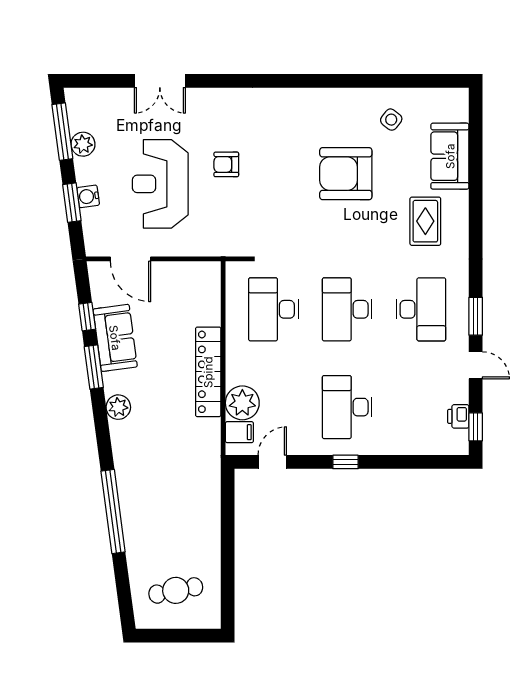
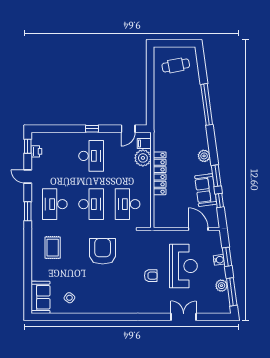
sofa: (450, 156) -> (40, 297), moved
armchair: (346, 174) -> (103, 251), moved, turned -90
desk: (273, 309) -> (128, 204), turned 180
window: (476, 316) -> (28, 211), moved

